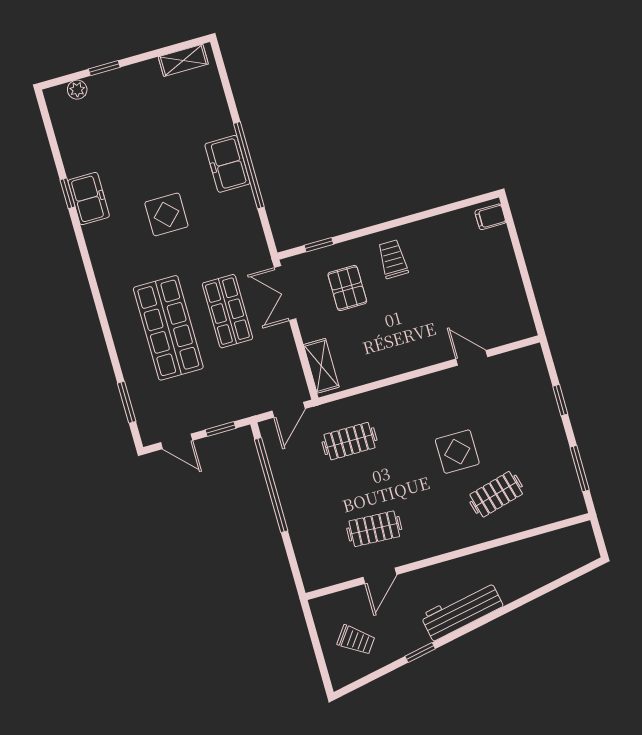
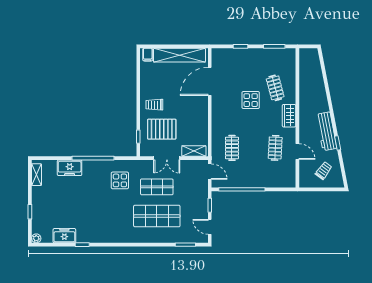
plant: (77, 90) -> (36, 238), moved
freezer: (227, 164) -> (70, 168), moved
freezer: (89, 199) -> (64, 236), moved
display table: (166, 214) -> (120, 180), moved
shelving: (507, 281) -> (179, 55), added
pallet: (347, 288) -> (162, 129), width x1.50, depth x1.42
double door: (285, 293) -> (167, 158), moved
door: (472, 358) -> (210, 81), width x1.87
door: (177, 441) -> (210, 227), swing flipped
wardrobe: (448, 538) -> (289, 116), added
workbench: (462, 611) -> (326, 131), moved

